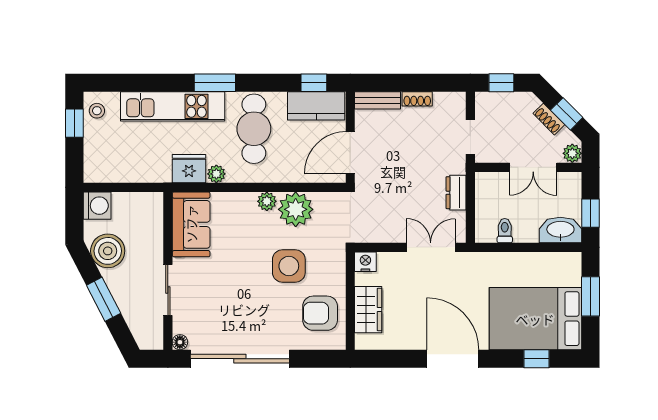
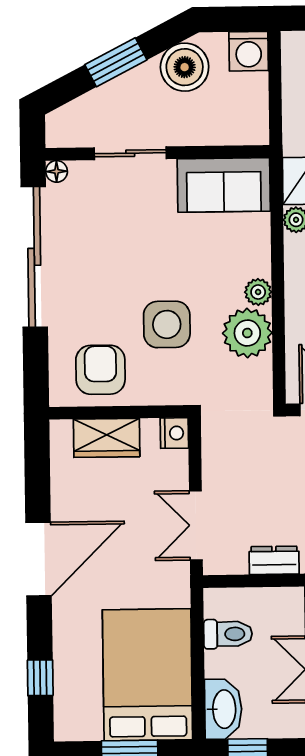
toilet: (505, 231) -> (228, 634), width x1.37, depth x1.39
double door: (431, 247) -> (196, 525), swing flipped
bed: (535, 319) -> (147, 675), moved

